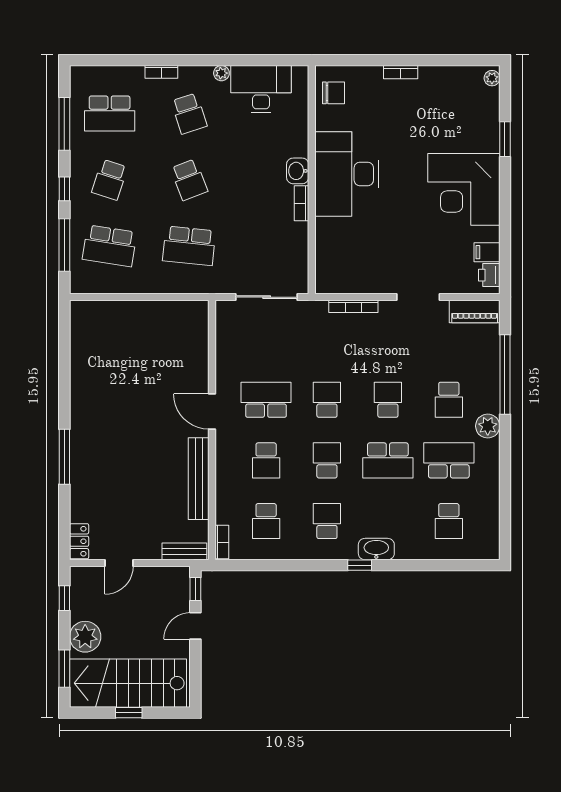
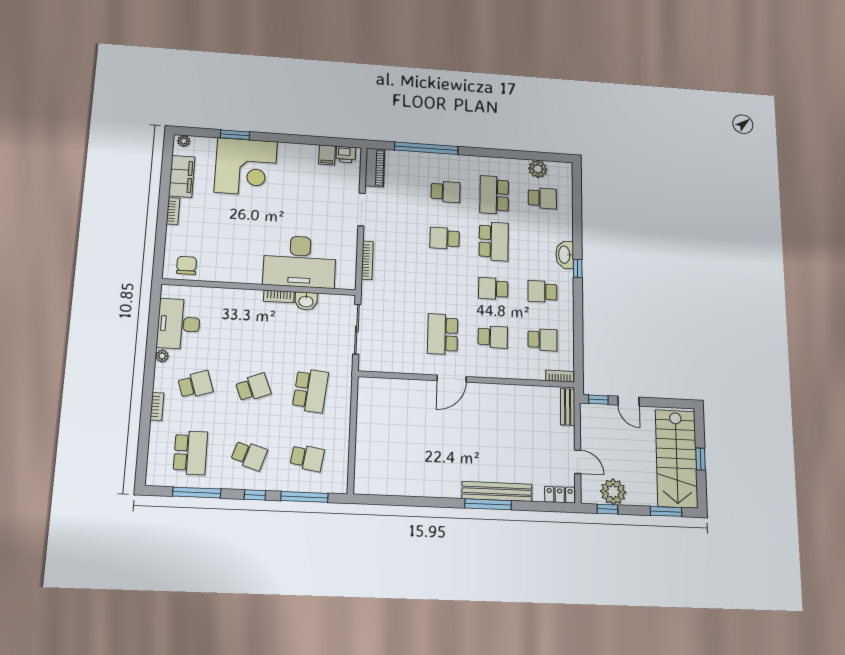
filing cabinet: (446, 79) -> (182, 176), added
washbasin: (298, 171) -> (306, 301), moved
desk: (347, 174) -> (300, 262), moved
corner desk: (464, 189) -> (246, 167), moved
school desk: (110, 246) -> (307, 458), width x0.54
school desk: (327, 400) -> (444, 286), removed
plant: (488, 426) -> (538, 169), moved
bench: (199, 479) -> (497, 491), moved
plant: (85, 637) -> (613, 492), moved

